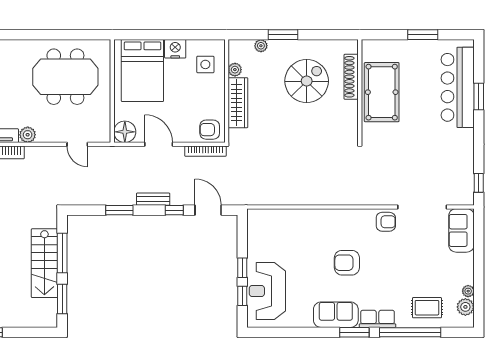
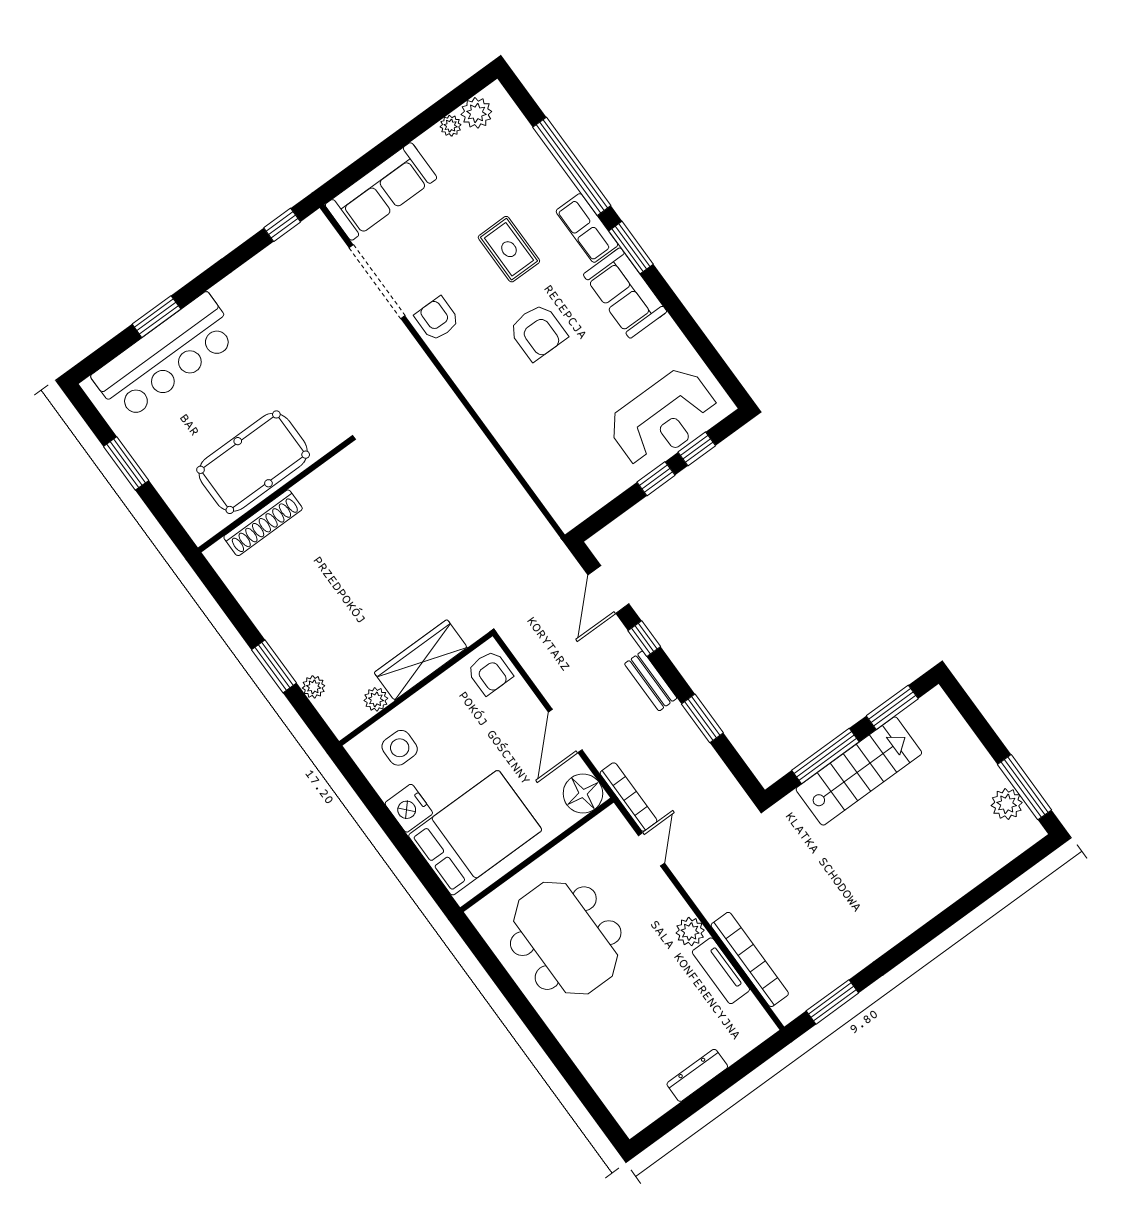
spiral stairs: (307, 81) -> (316, 583), removed
bookcase: (205, 151) -> (629, 797), moved
sofa: (461, 230) -> (381, 191), width x1.36
rug: (427, 308) -> (509, 249), moved

